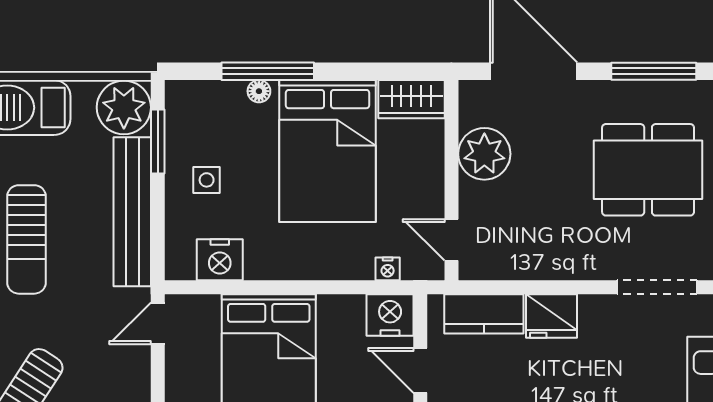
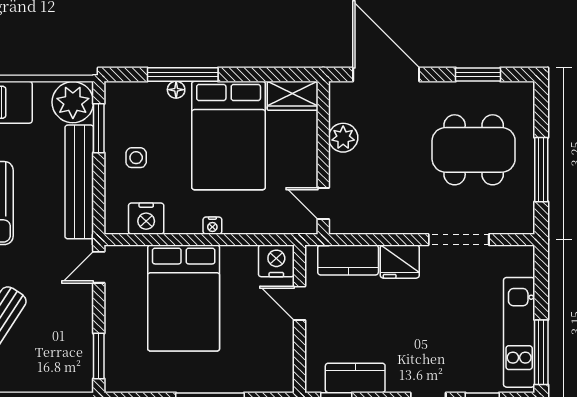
window: (654, 71) -> (478, 75), width x0.69
plant: (484, 154) -> (343, 138), width x0.73, depth x0.73
nightstand: (388, 269) -> (212, 226), moved
doorway: (657, 287) -> (459, 240), moved

